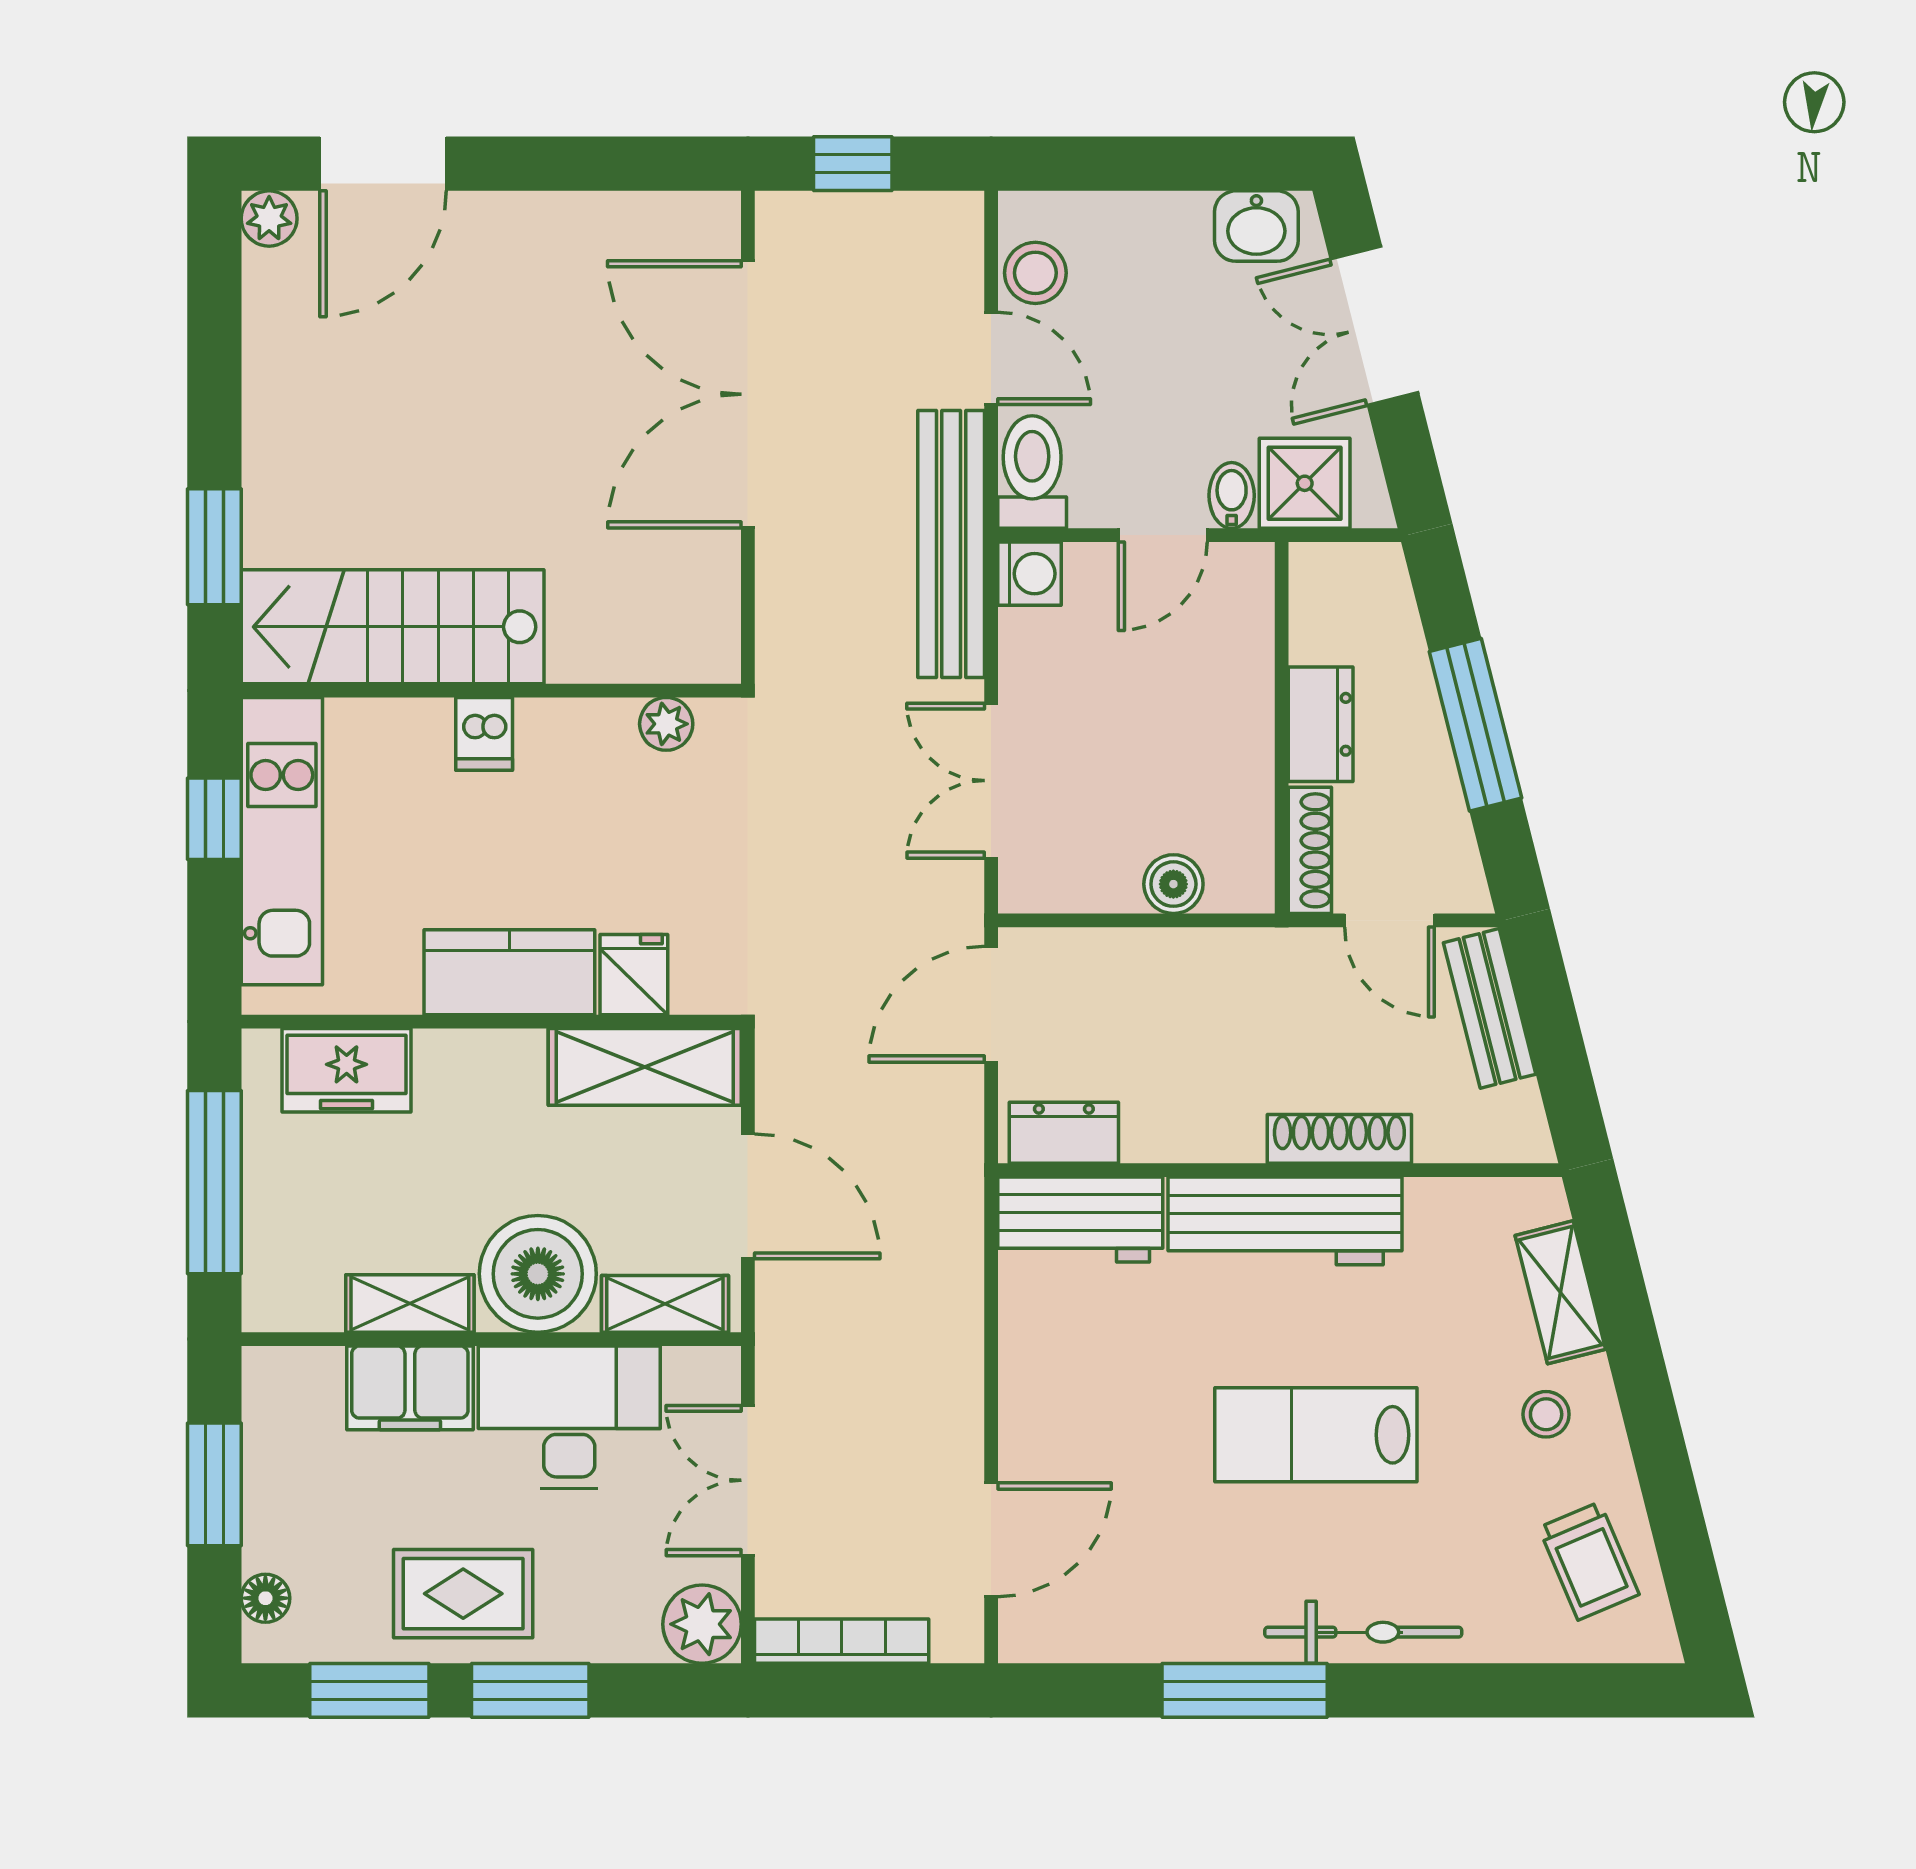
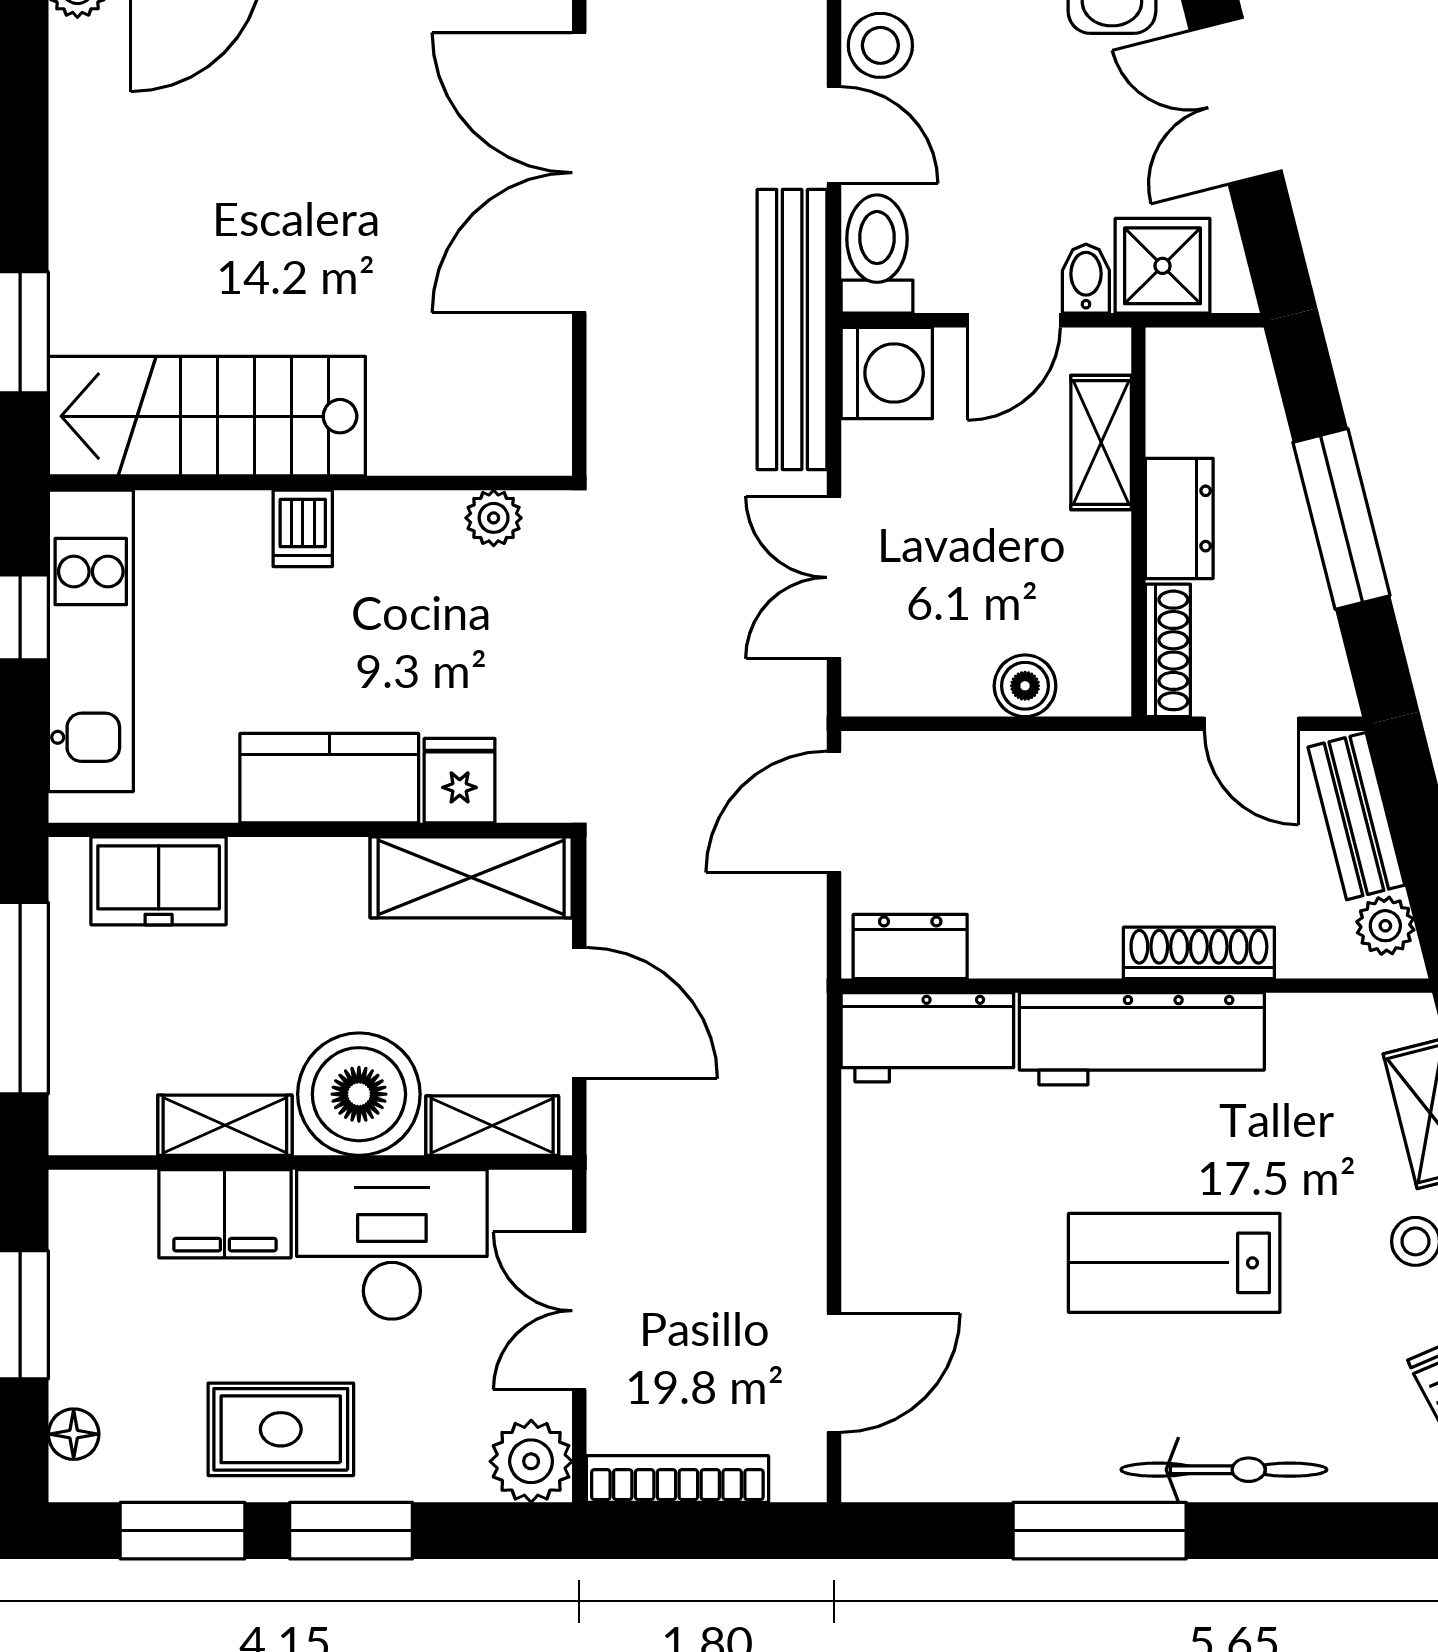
washing machine: (1030, 574) -> (887, 373), width x1.38, depth x1.38
shelving: (1246, 652) -> (1101, 443), added
plant: (1517, 1113) -> (1385, 926), added

